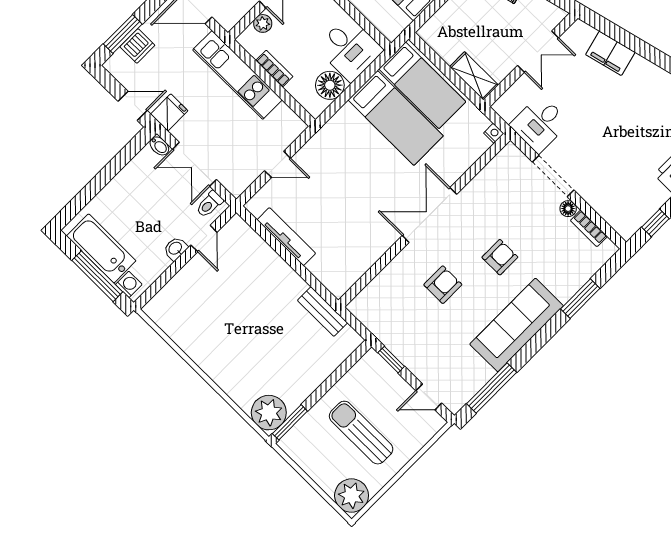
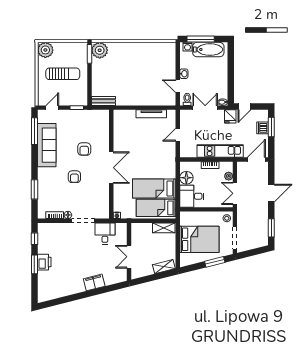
filing cabinet: (610, 53) -> (94, 282), moved
shelving: (474, 76) -> (164, 228), moved
bench: (322, 312) -> (103, 101), moved
sofa: (517, 325) -> (47, 145), moved

